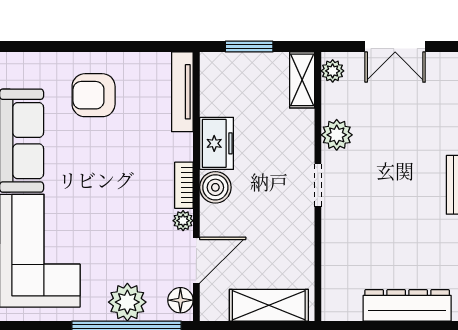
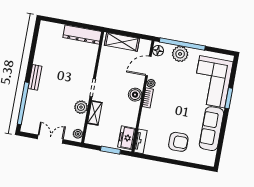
shelving: (302, 80) -> (95, 113), moved
tv unit: (182, 92) -> (141, 141), width x0.71
freezer: (217, 143) -> (127, 138), moved
dresser: (407, 305) -> (82, 35), moved

